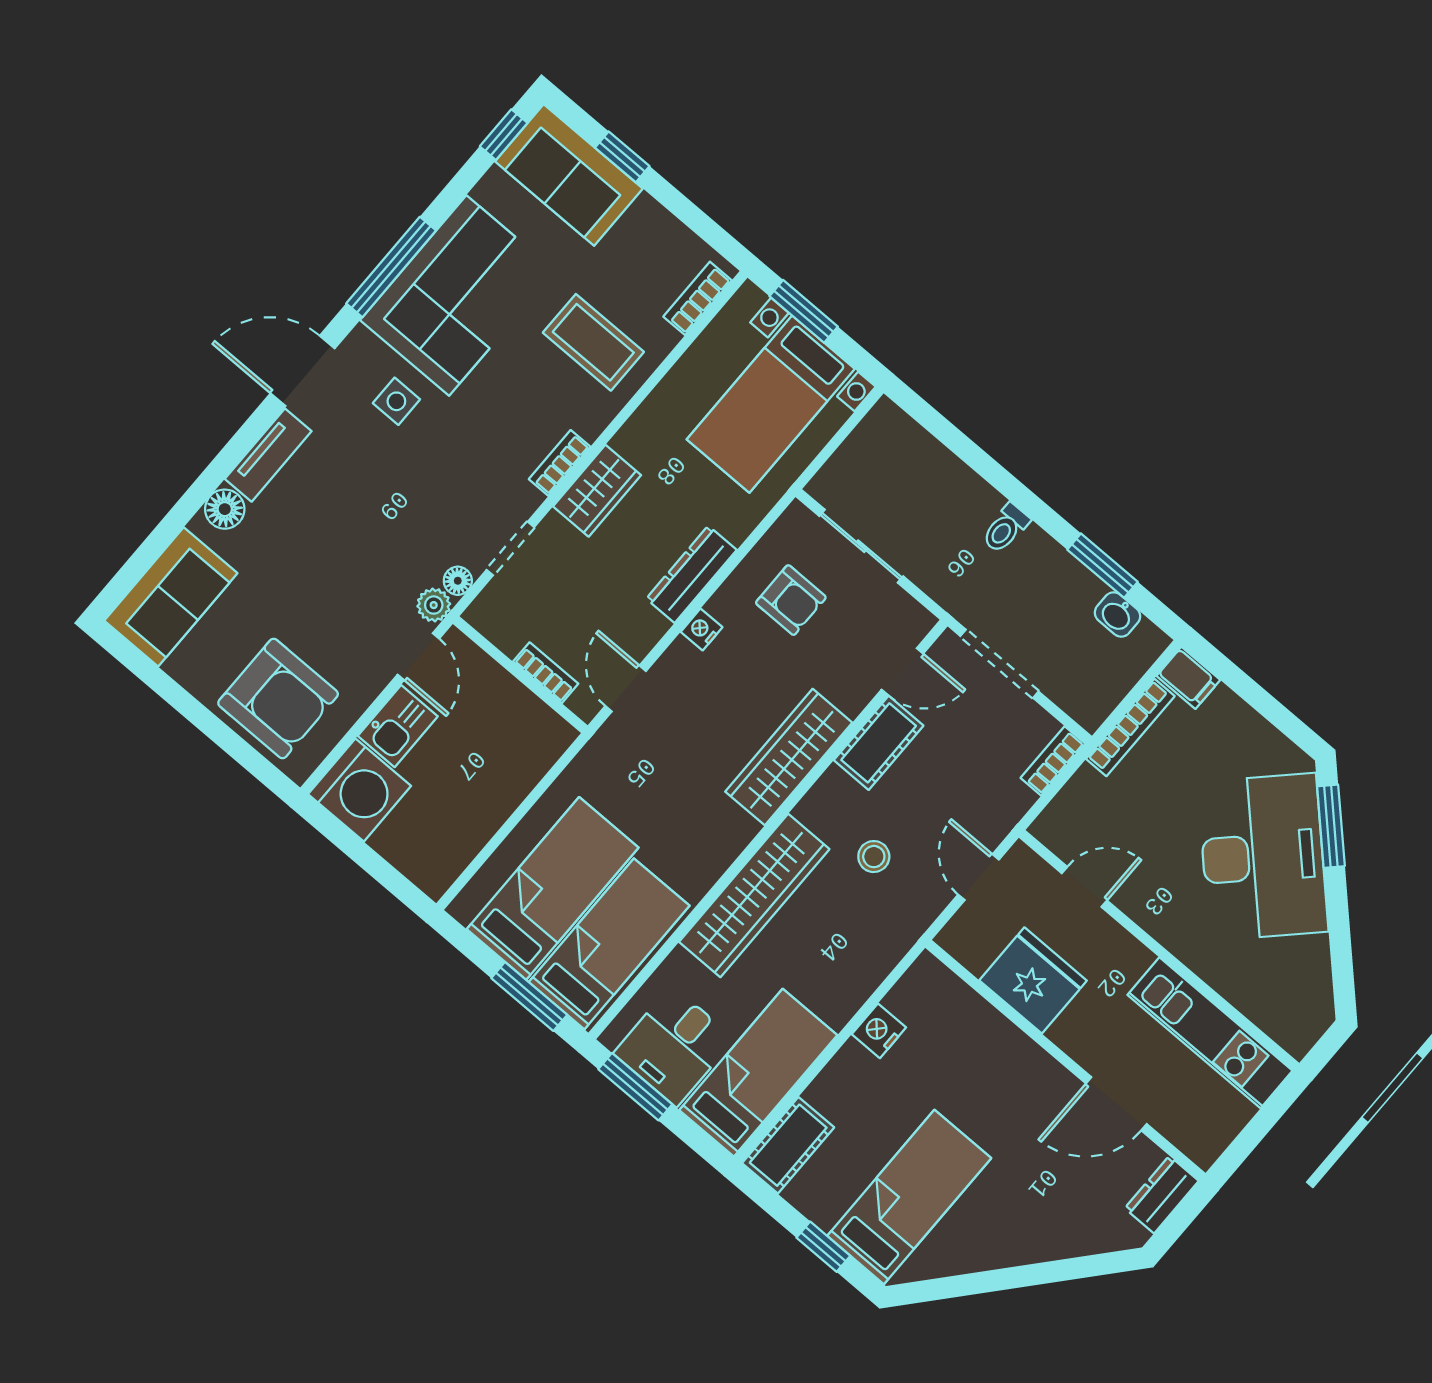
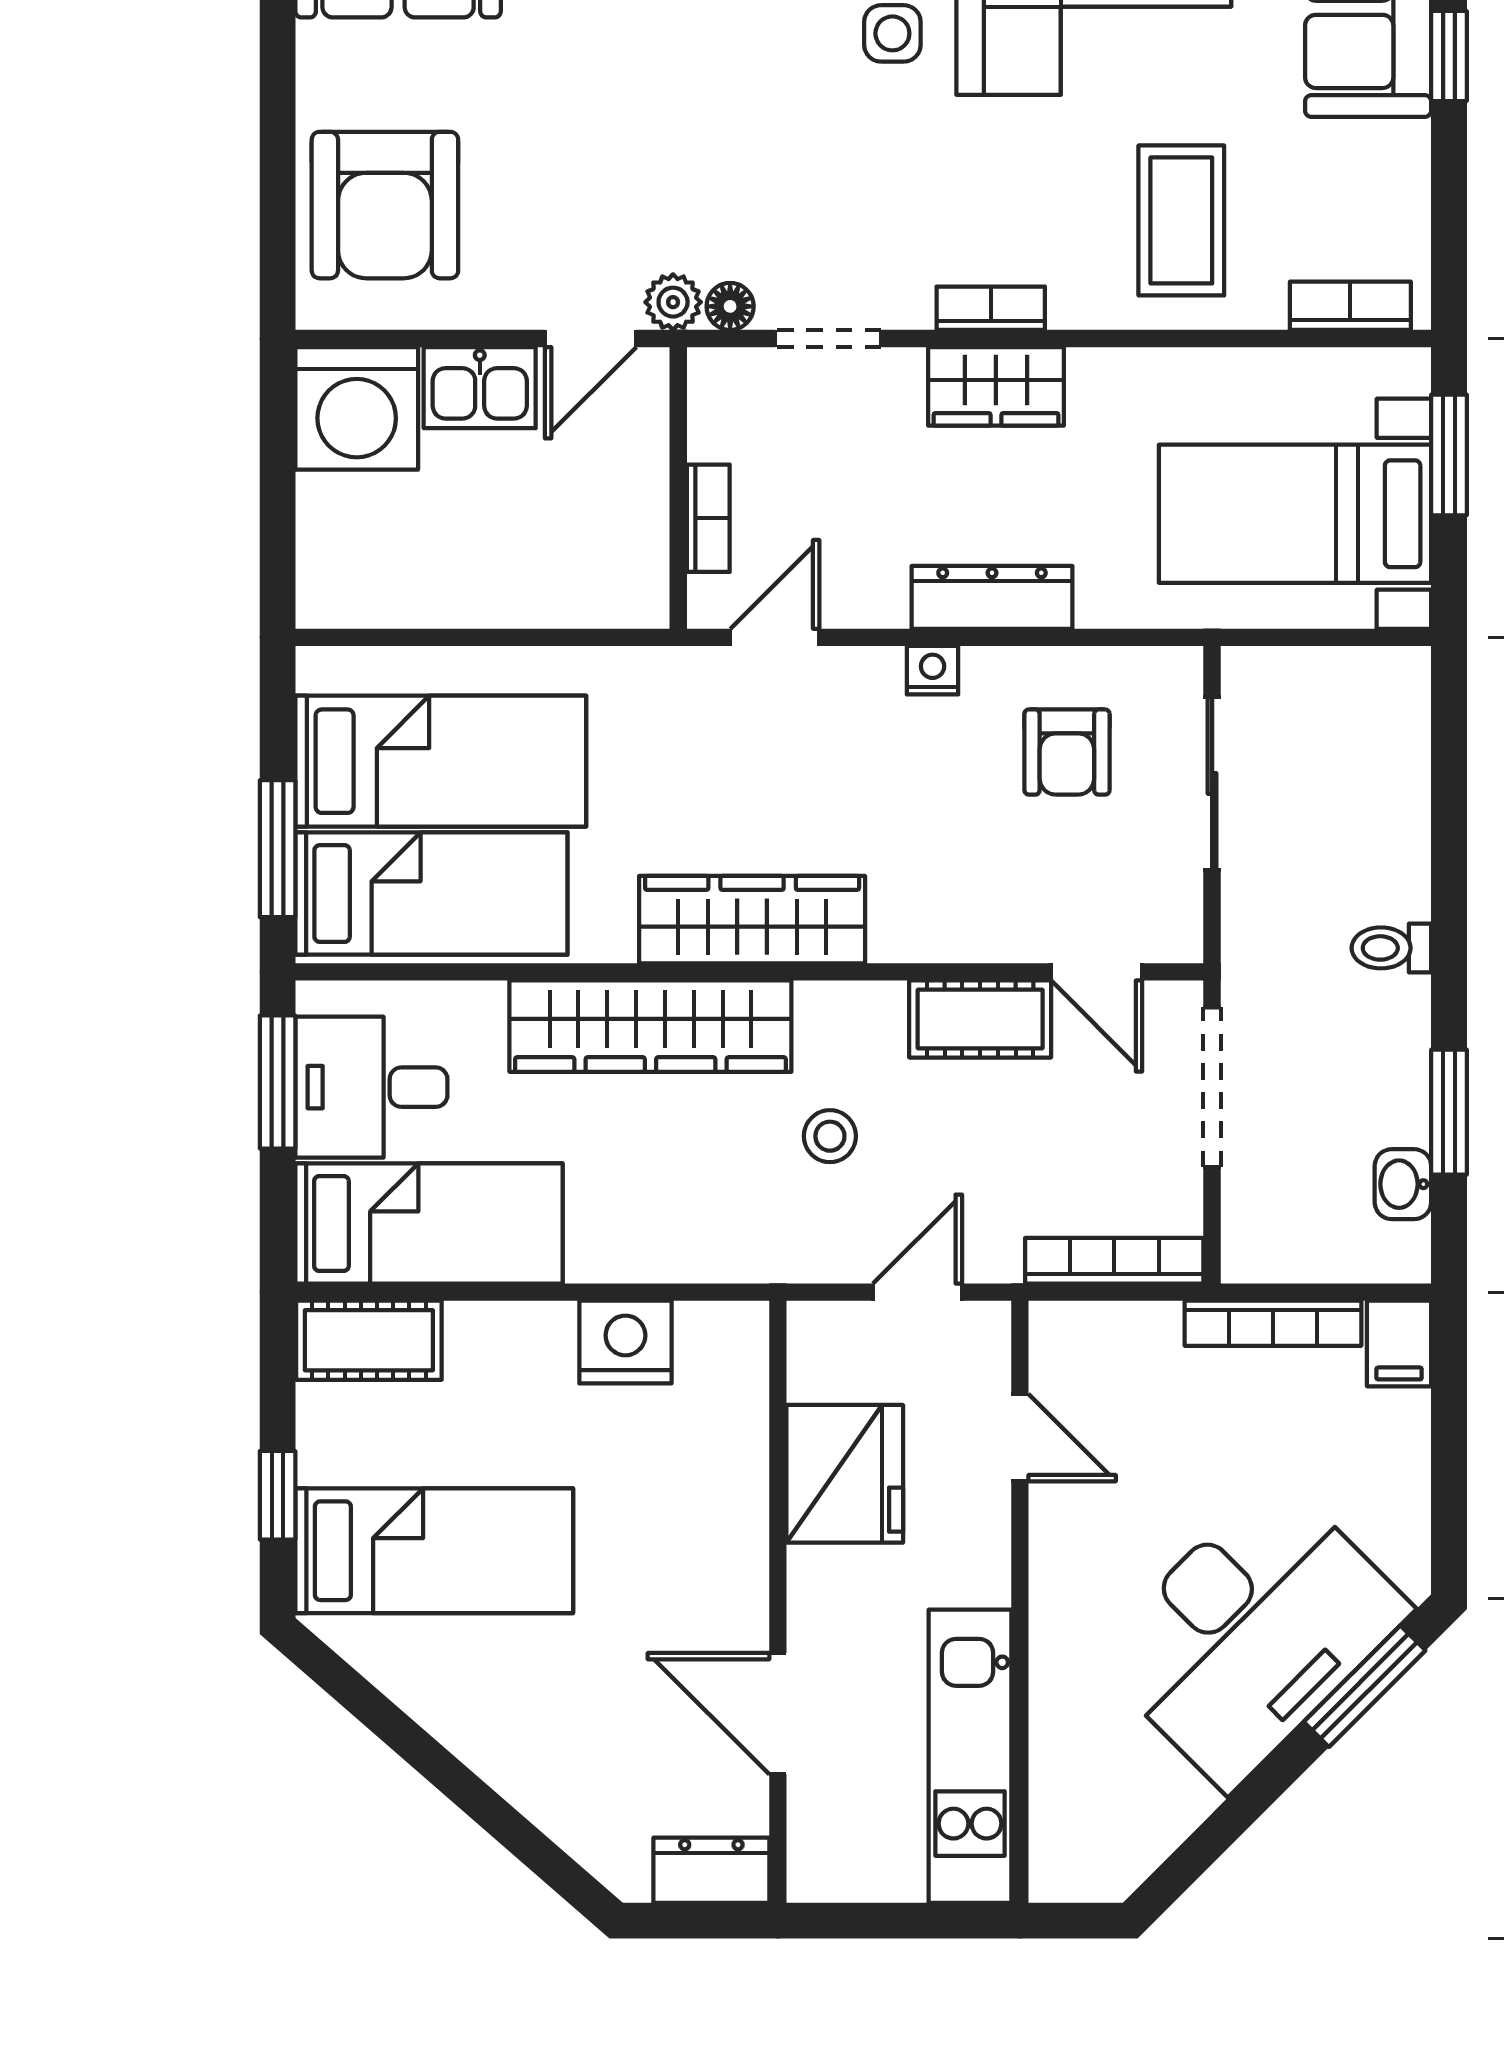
wardrobe: (789, 757) -> (752, 920), moved
bookcase: (1053, 761) -> (1114, 1261), width x1.56
nightstand: (879, 1031) -> (625, 1342), width x1.36, depth x1.33

